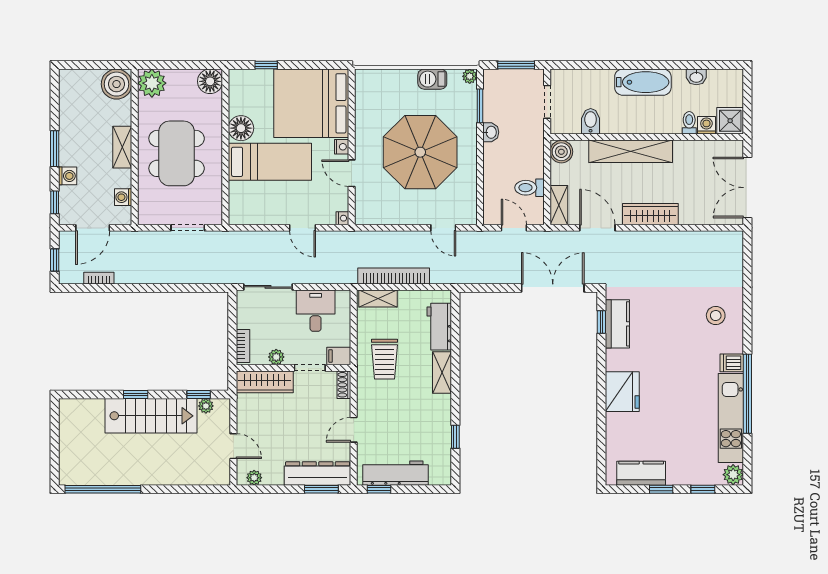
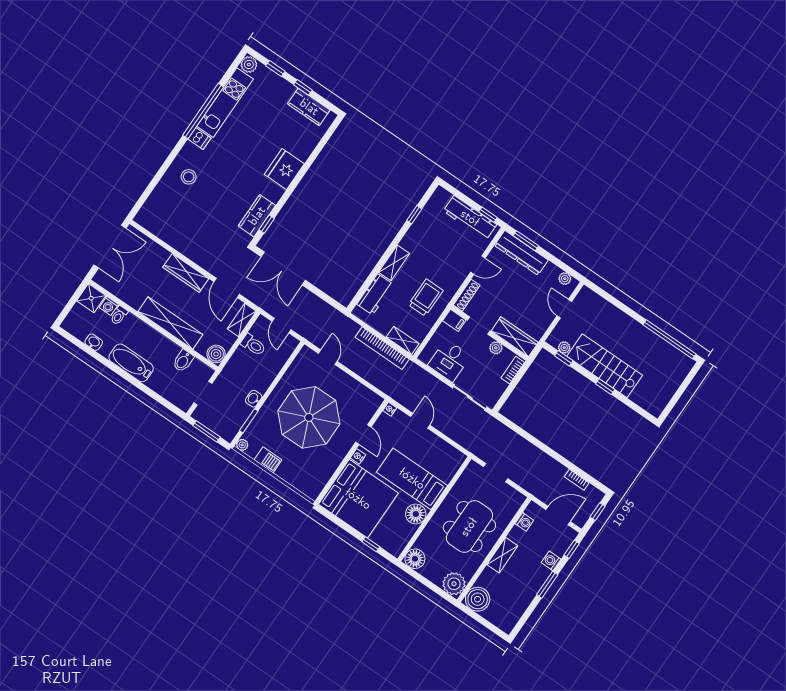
shoe rack: (344, 385) -> (467, 295), width x1.43

